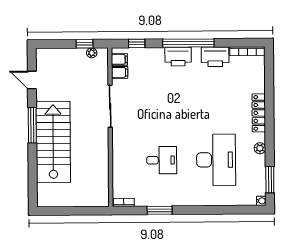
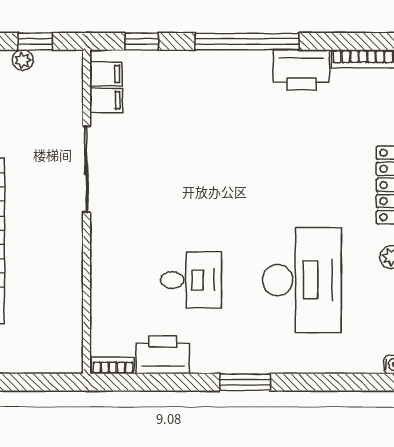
plant: (92, 53) -> (23, 60), moved
printer: (178, 57) -> (163, 355), moved, turned 180
window: (160, 210) -> (245, 382), moved

